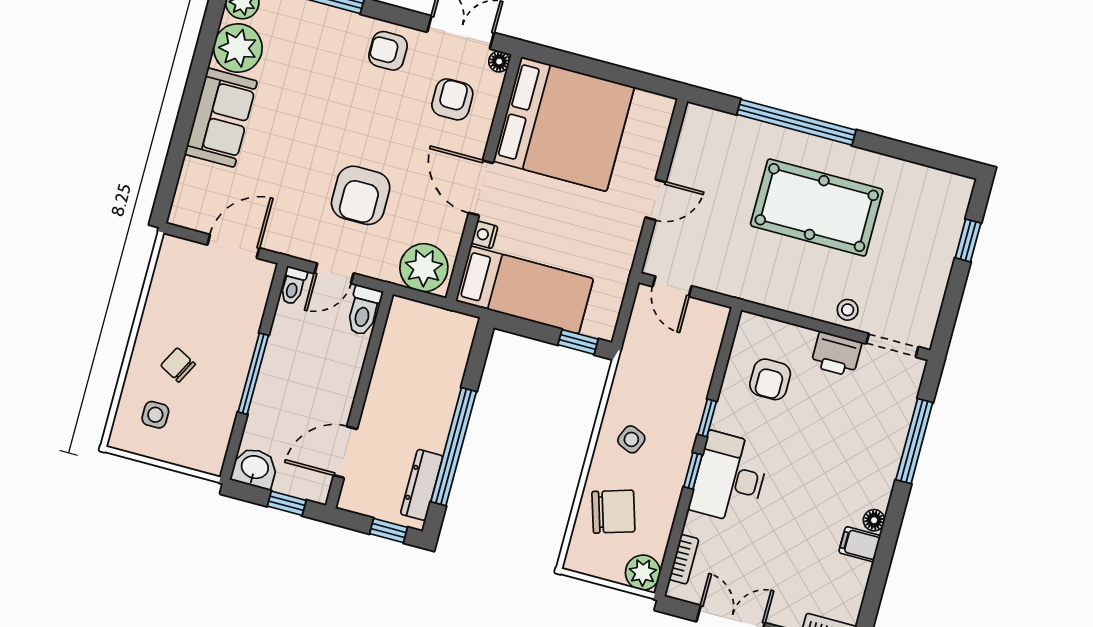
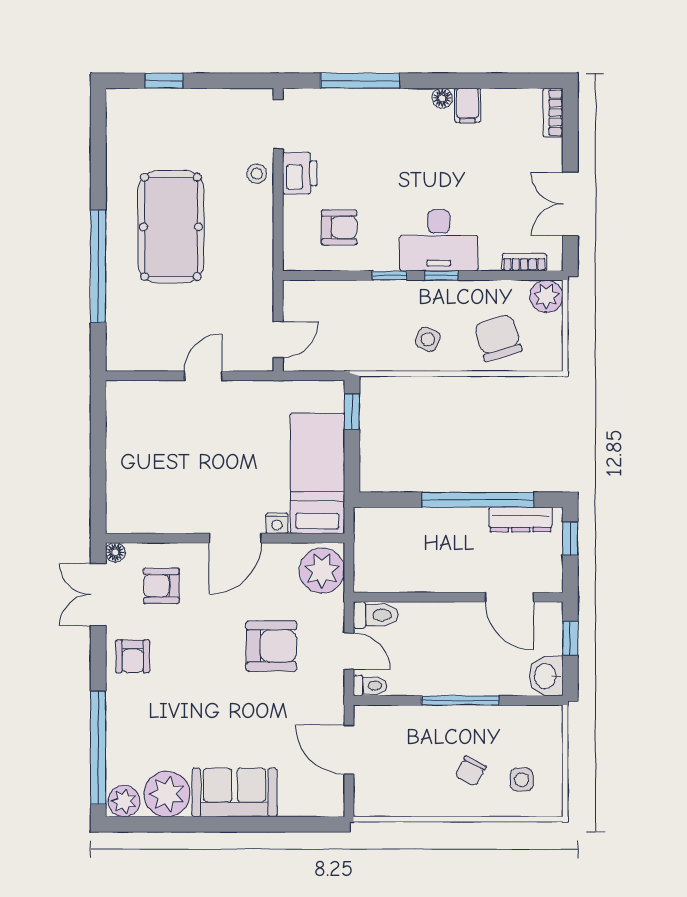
bed: (564, 124) -> (157, 478), removed
door: (656, 200) -> (203, 376), hinge flipped

